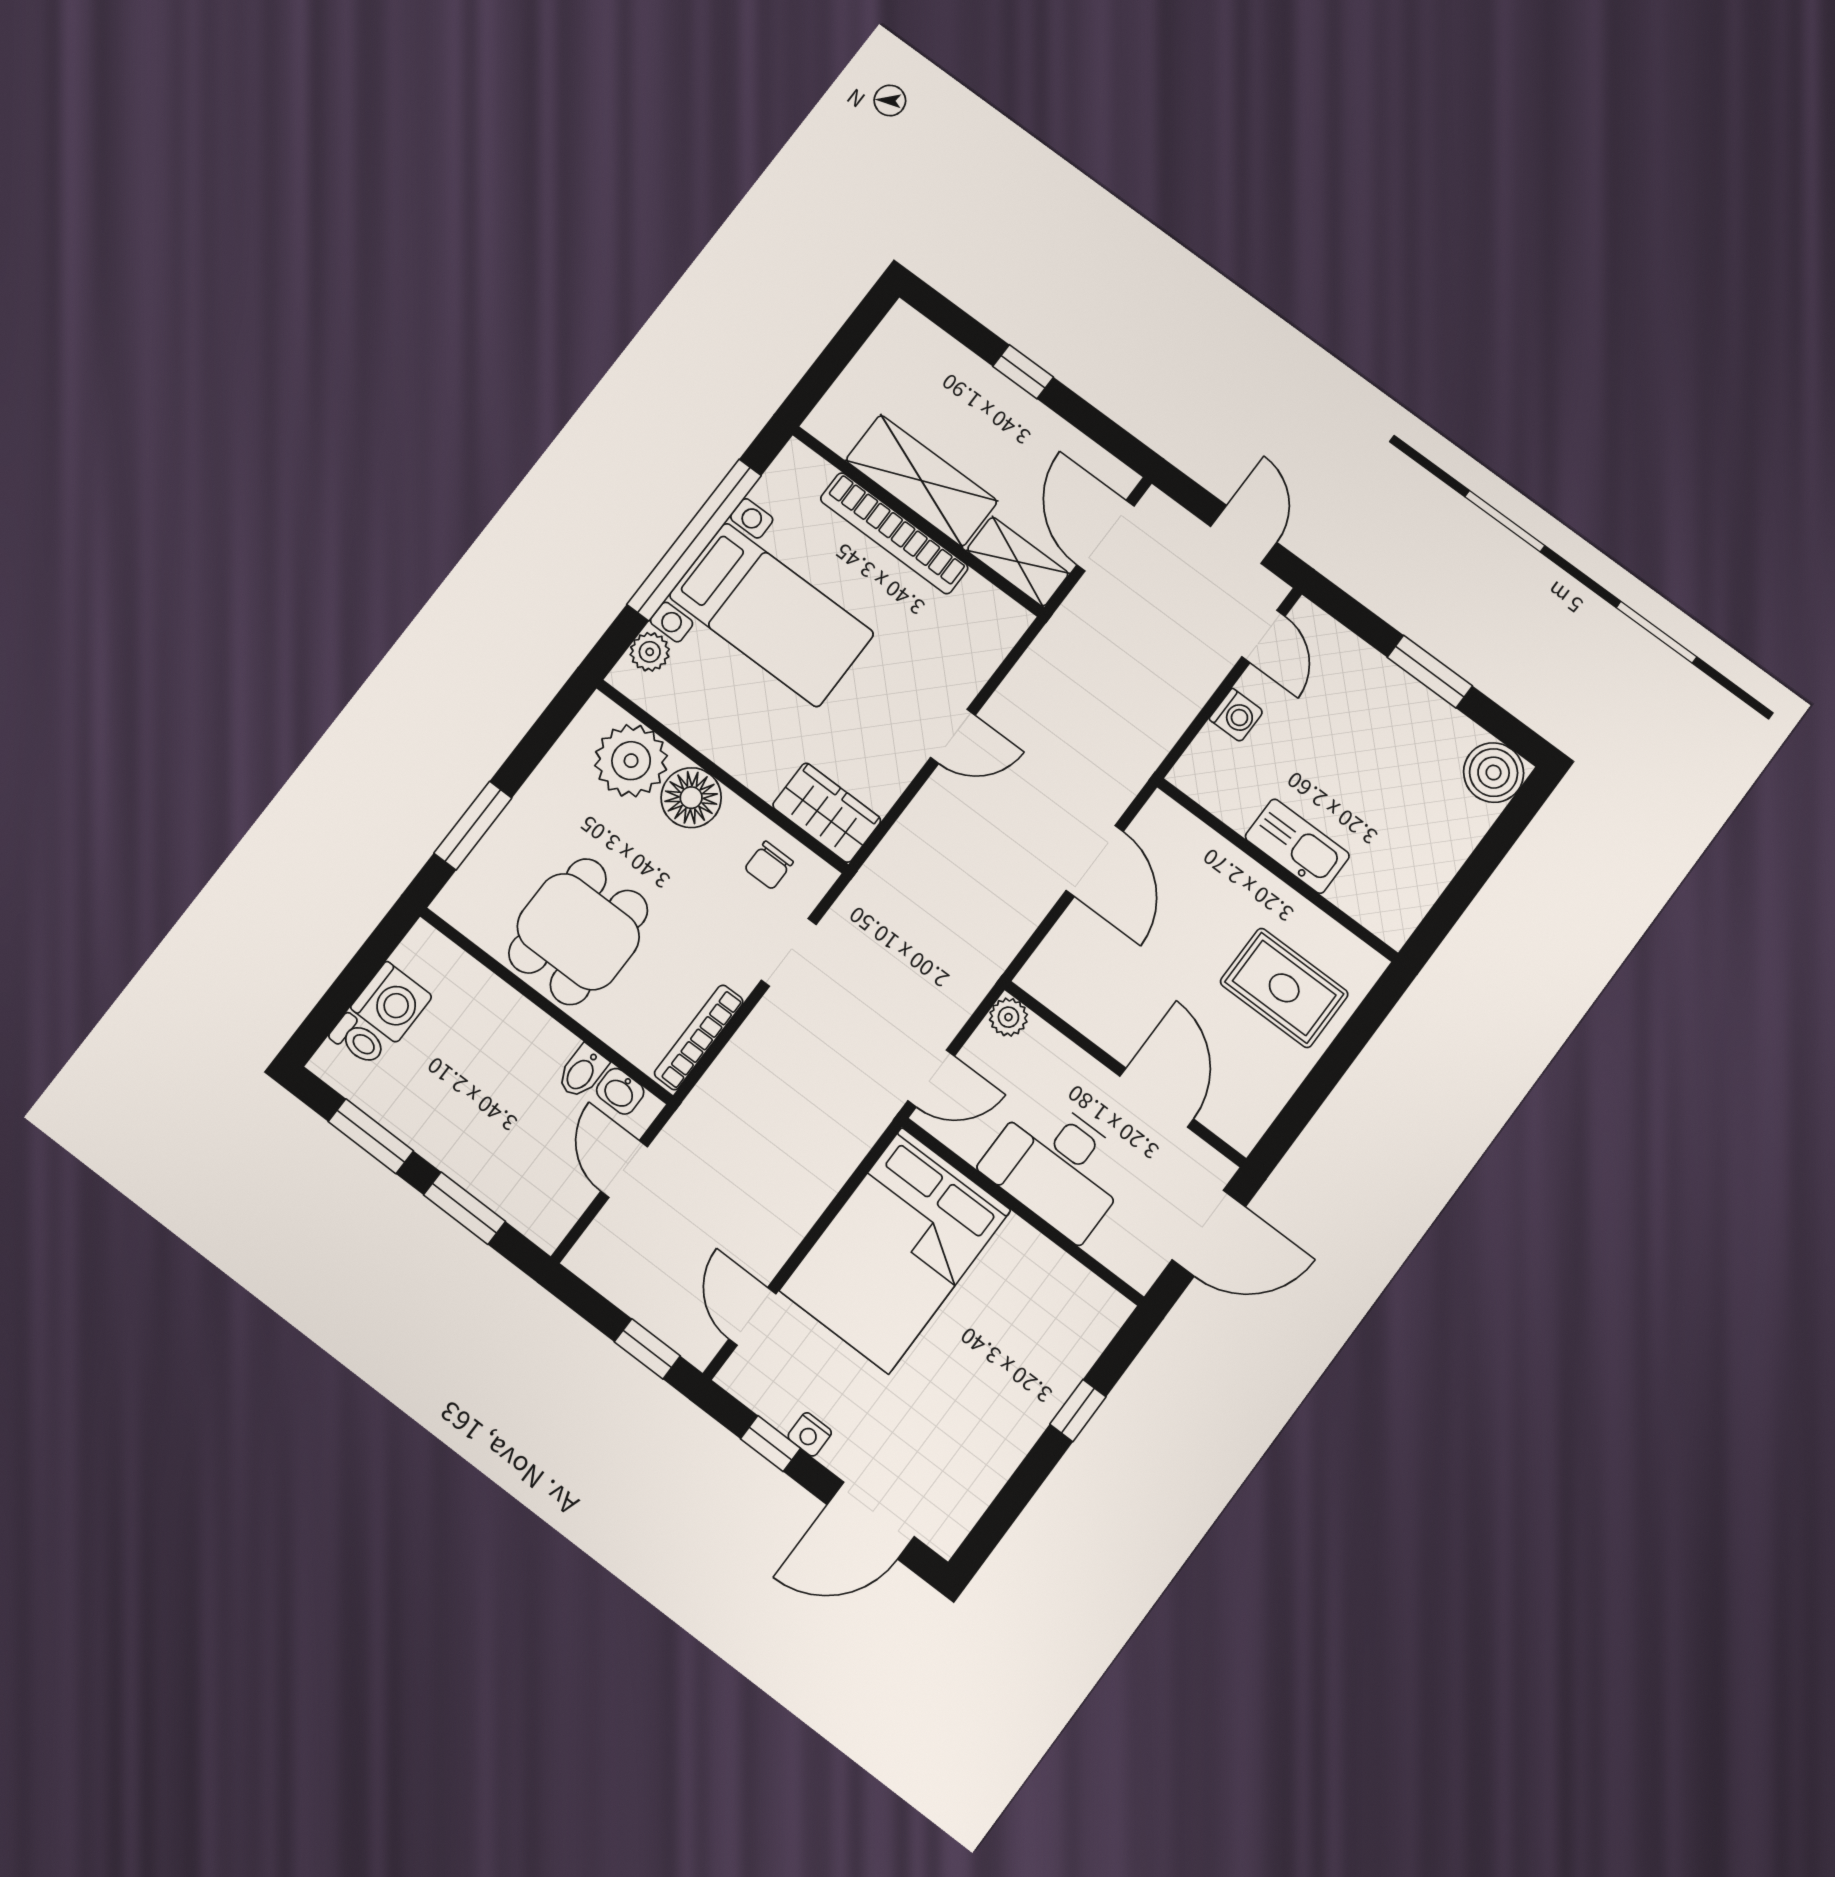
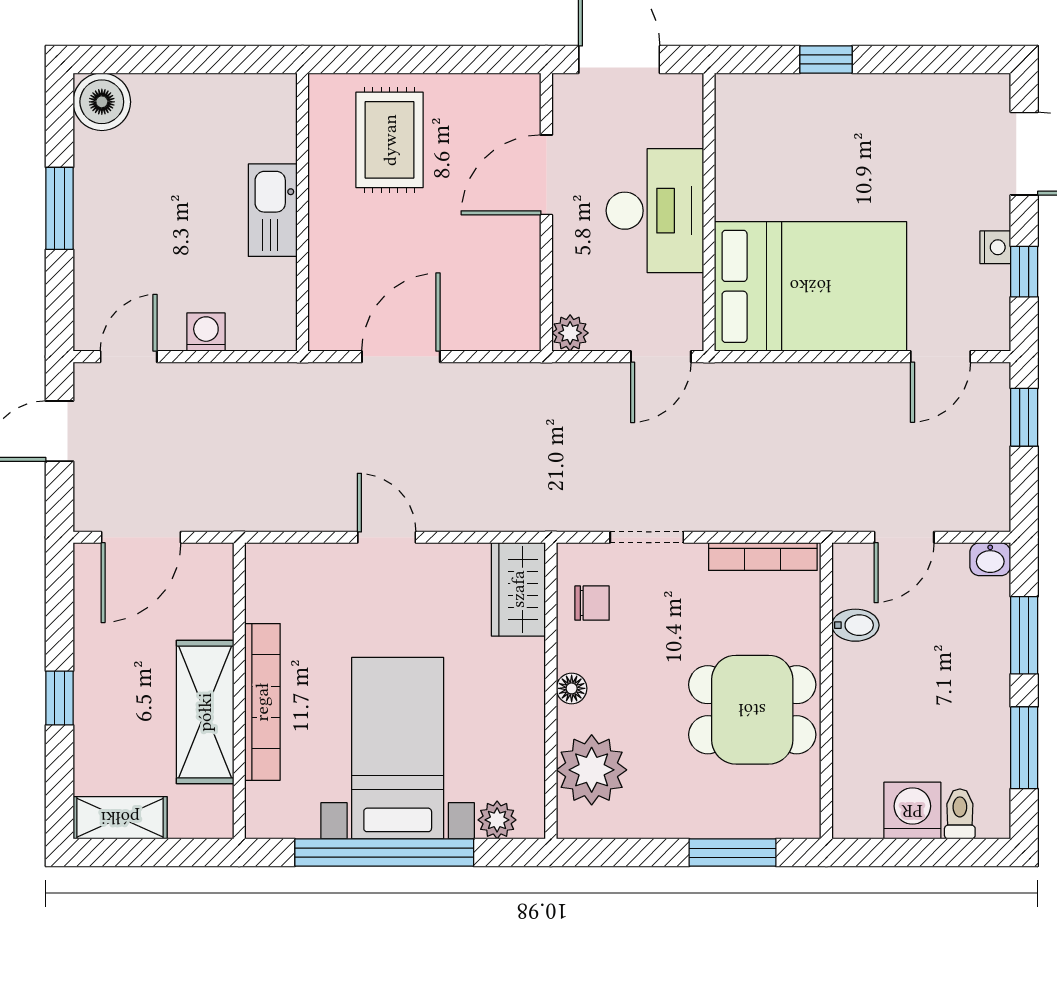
shelving: (1018, 562) -> (120, 818), moved, turned 90
floor lamp: (691, 798) -> (572, 688), width x0.53, depth x0.53
door: (931, 1078) -> (661, 357), swing flipped
washbasin: (620, 1091) -> (990, 559), moved, turned 90

